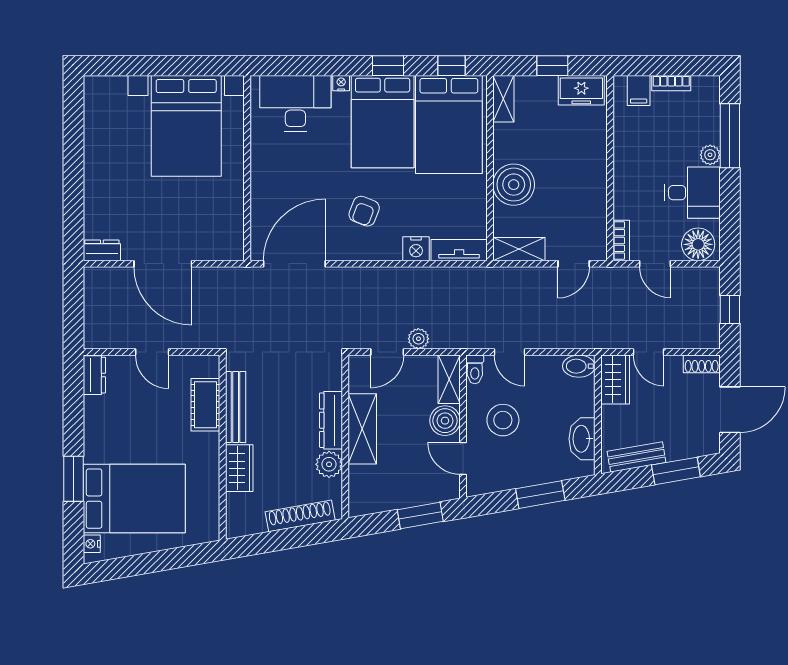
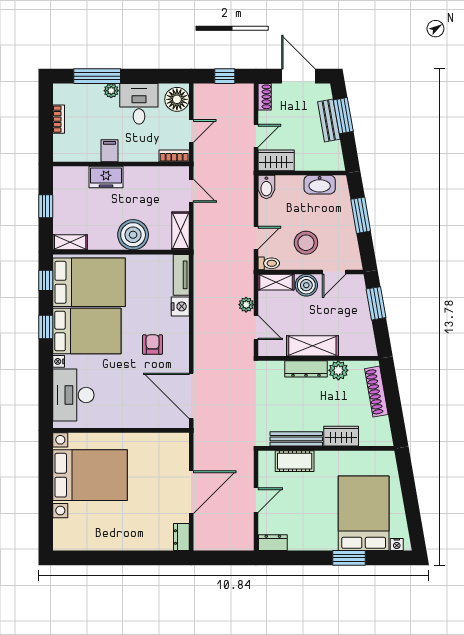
freezer: (581, 90) -> (106, 177), moved, turned 90
filing cabinet: (639, 91) -> (109, 151), moved, turned -90
armchair: (364, 211) -> (153, 345), turned -111
bench: (637, 457) -> (329, 120), moved

